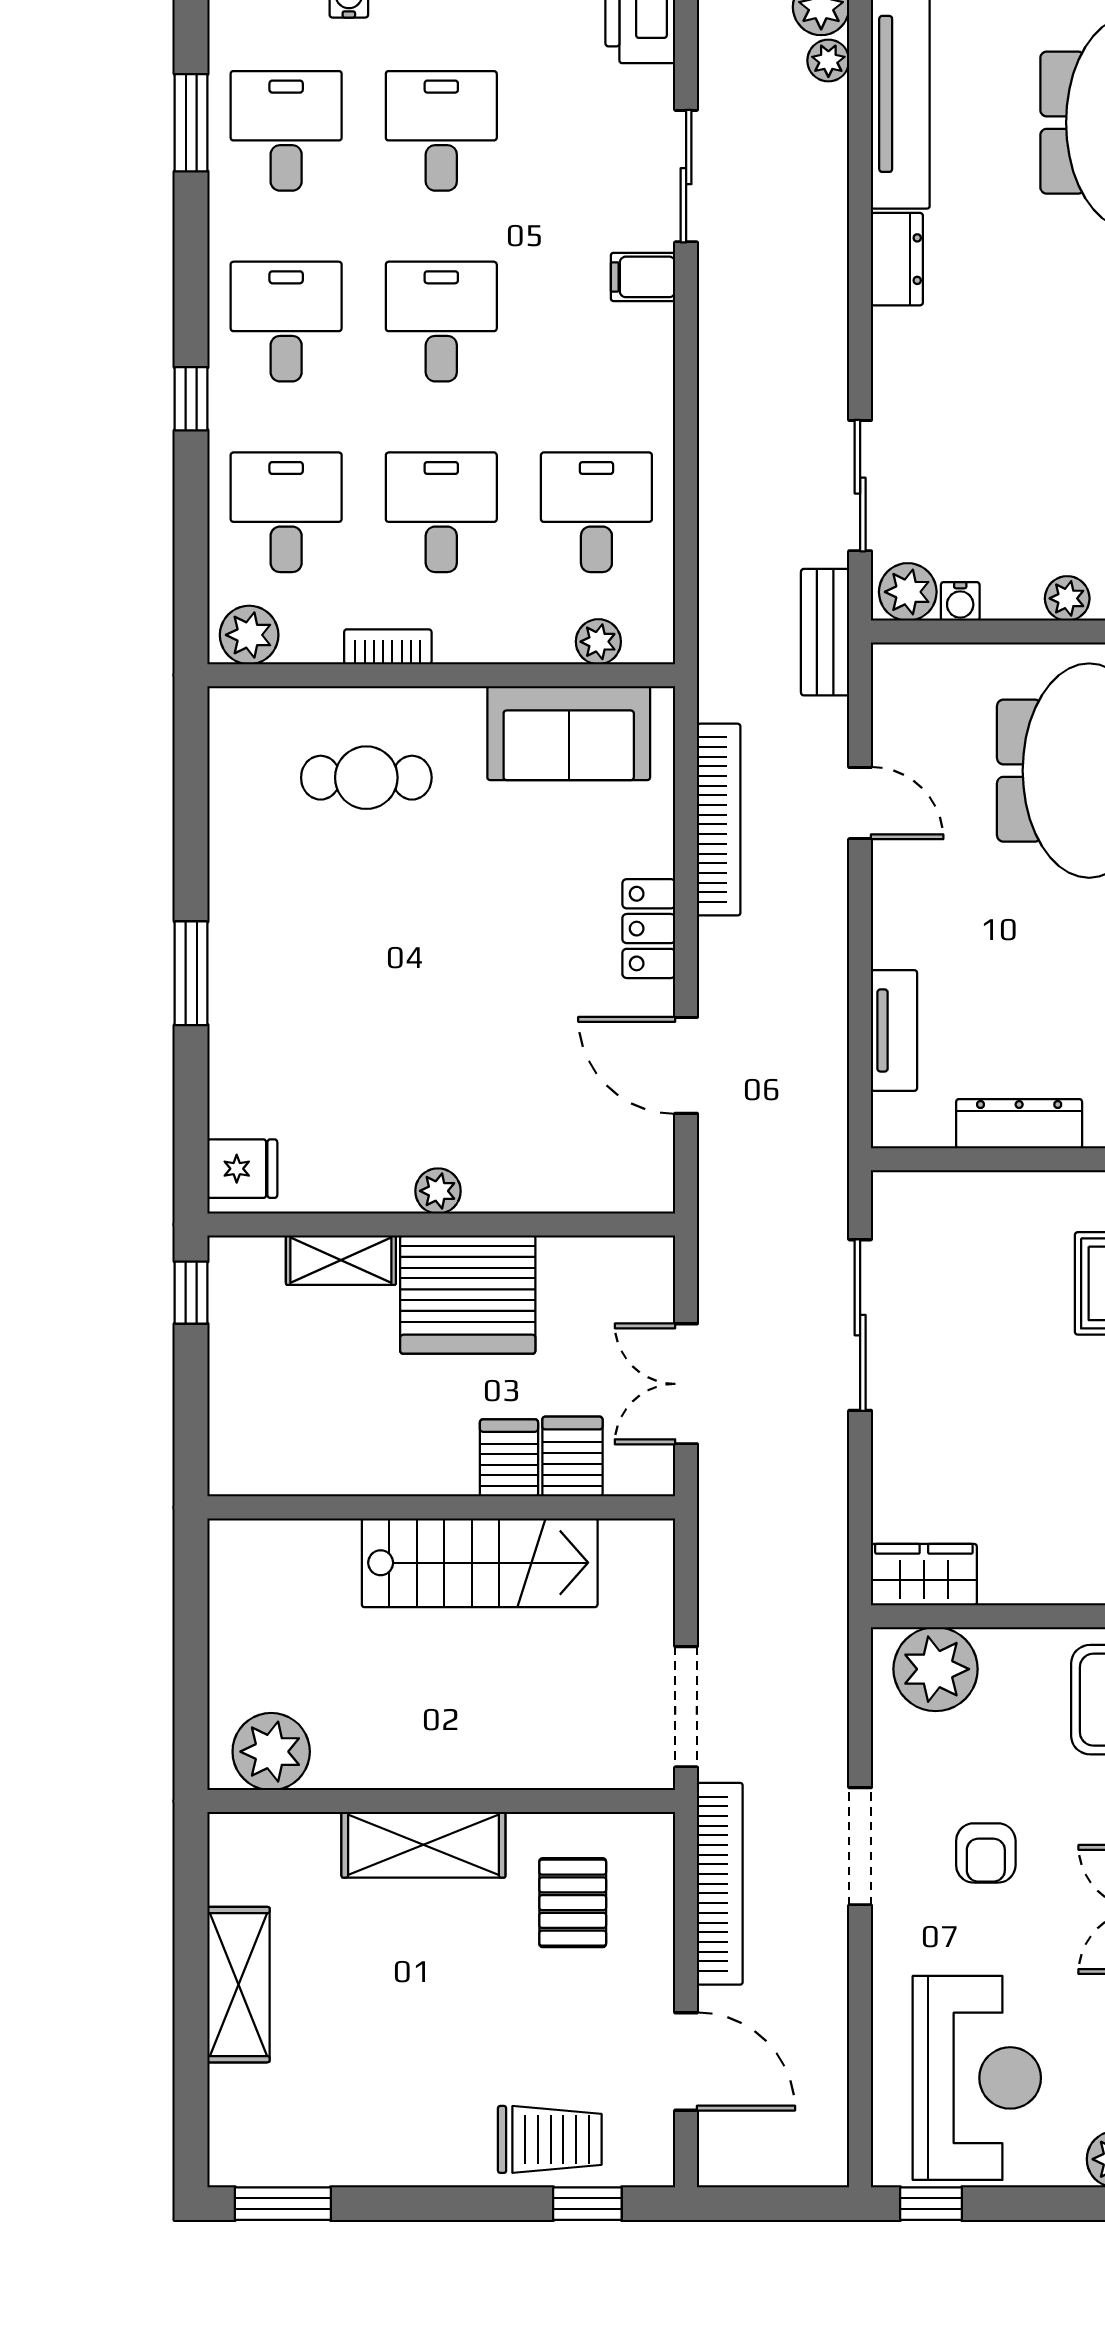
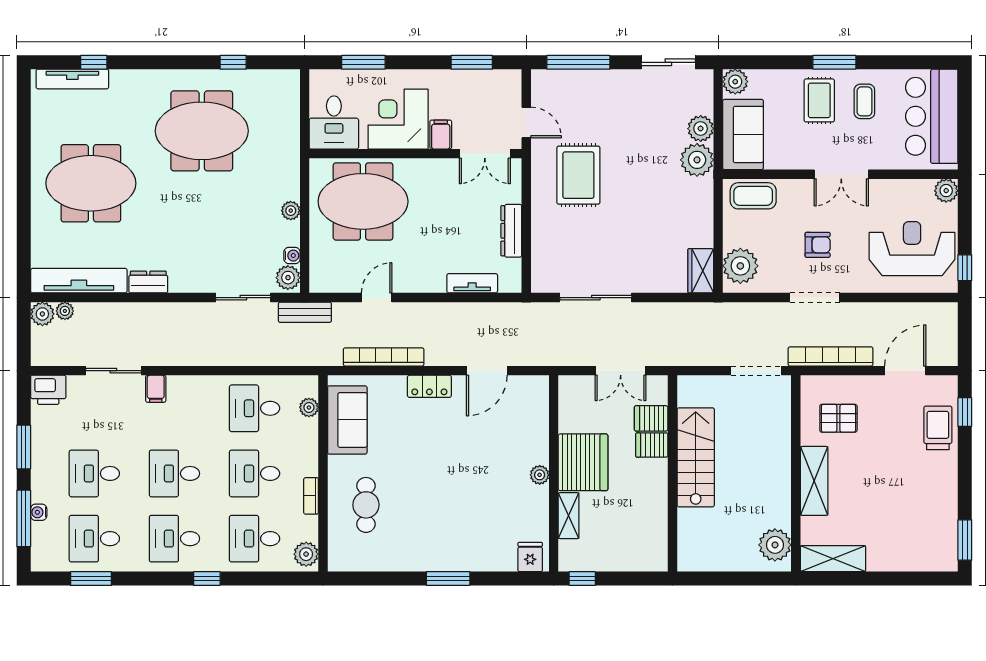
shelving: (238, 1985) -> (833, 559), moved

